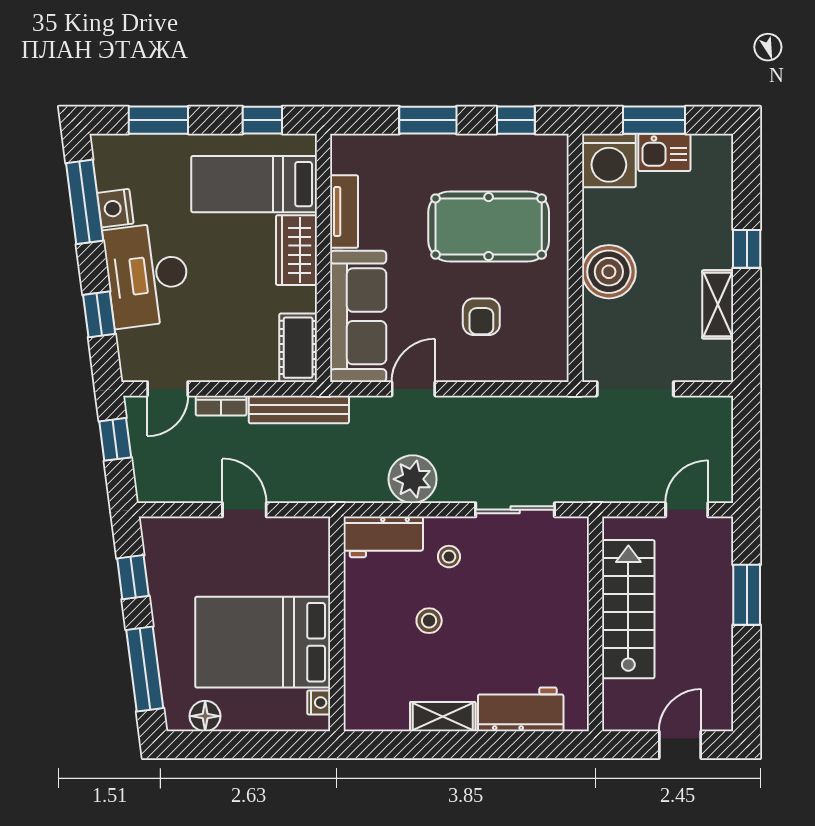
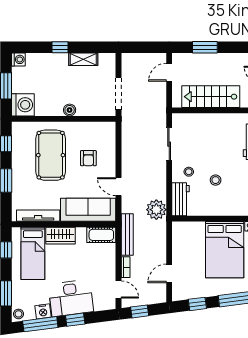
stool: (109, 150) -> (19, 314), added
washing machine: (717, 150) -> (18, 59), added
kitchen sink: (664, 152) -> (20, 82), removed
tv unit: (344, 211) -> (38, 216), width x1.41
boiler: (609, 272) -> (70, 110), width x0.54, depth x0.54
window: (99, 314) -> (75, 320), moved
armchair: (481, 317) -> (88, 158), turned 90
plant: (413, 479) -> (156, 210), moved
door: (244, 510) -> (169, 273), moved
door: (687, 510) -> (169, 72), hinge flipped

